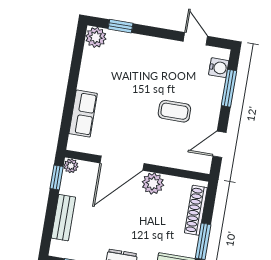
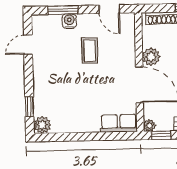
water cooler: (219, 68) -> (69, 21), moved
row of seats: (83, 114) -> (119, 123), moved

